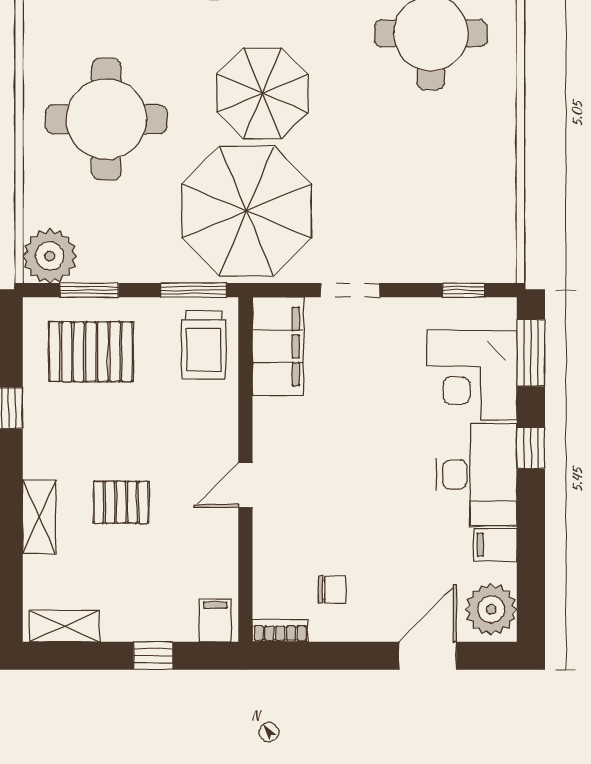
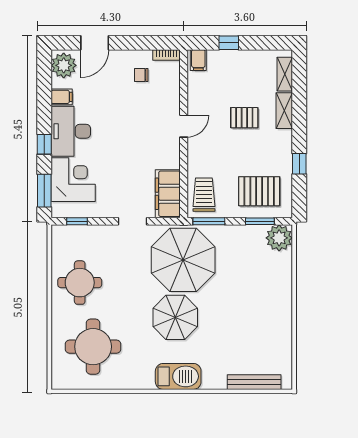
round table: (106, 119) -> (80, 283), moved, width x0.73, depth x0.73
shelving: (64, 626) -> (285, 74), moved, turned 90

